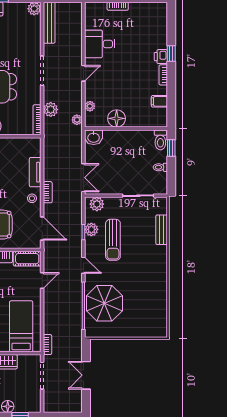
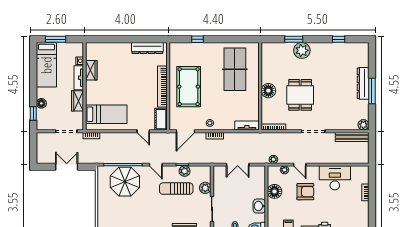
desk: (100, 44) -> (335, 178), width x1.37
door: (83, 73) -> (300, 165), moved
armchair: (117, 80) -> (305, 192), added
plant: (51, 109) -> (282, 138), removed
washbasin: (94, 137) -> (259, 206), moved
tv unit: (35, 172) -> (247, 126), moved
double door: (83, 178) -> (238, 165), moved
plant: (97, 204) -> (205, 188), moved
door: (83, 265) -> (156, 165), hinge flipped

